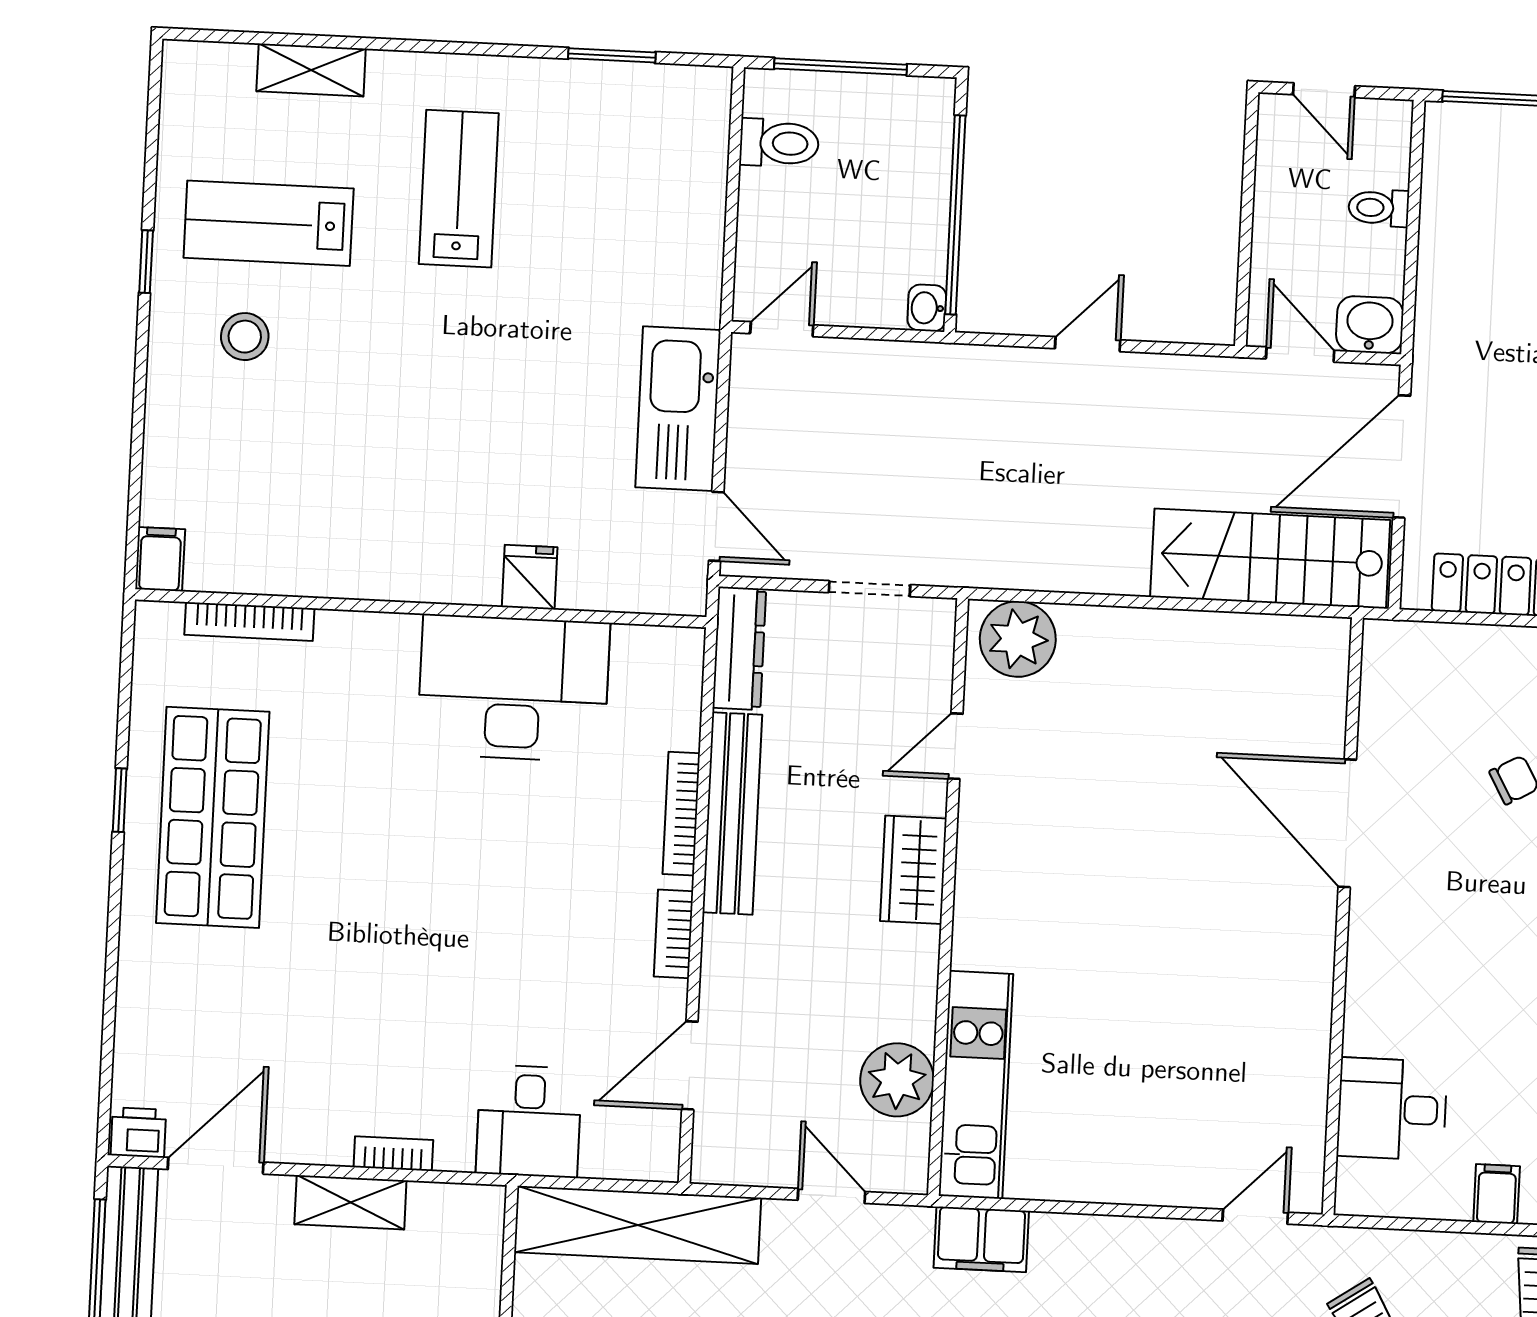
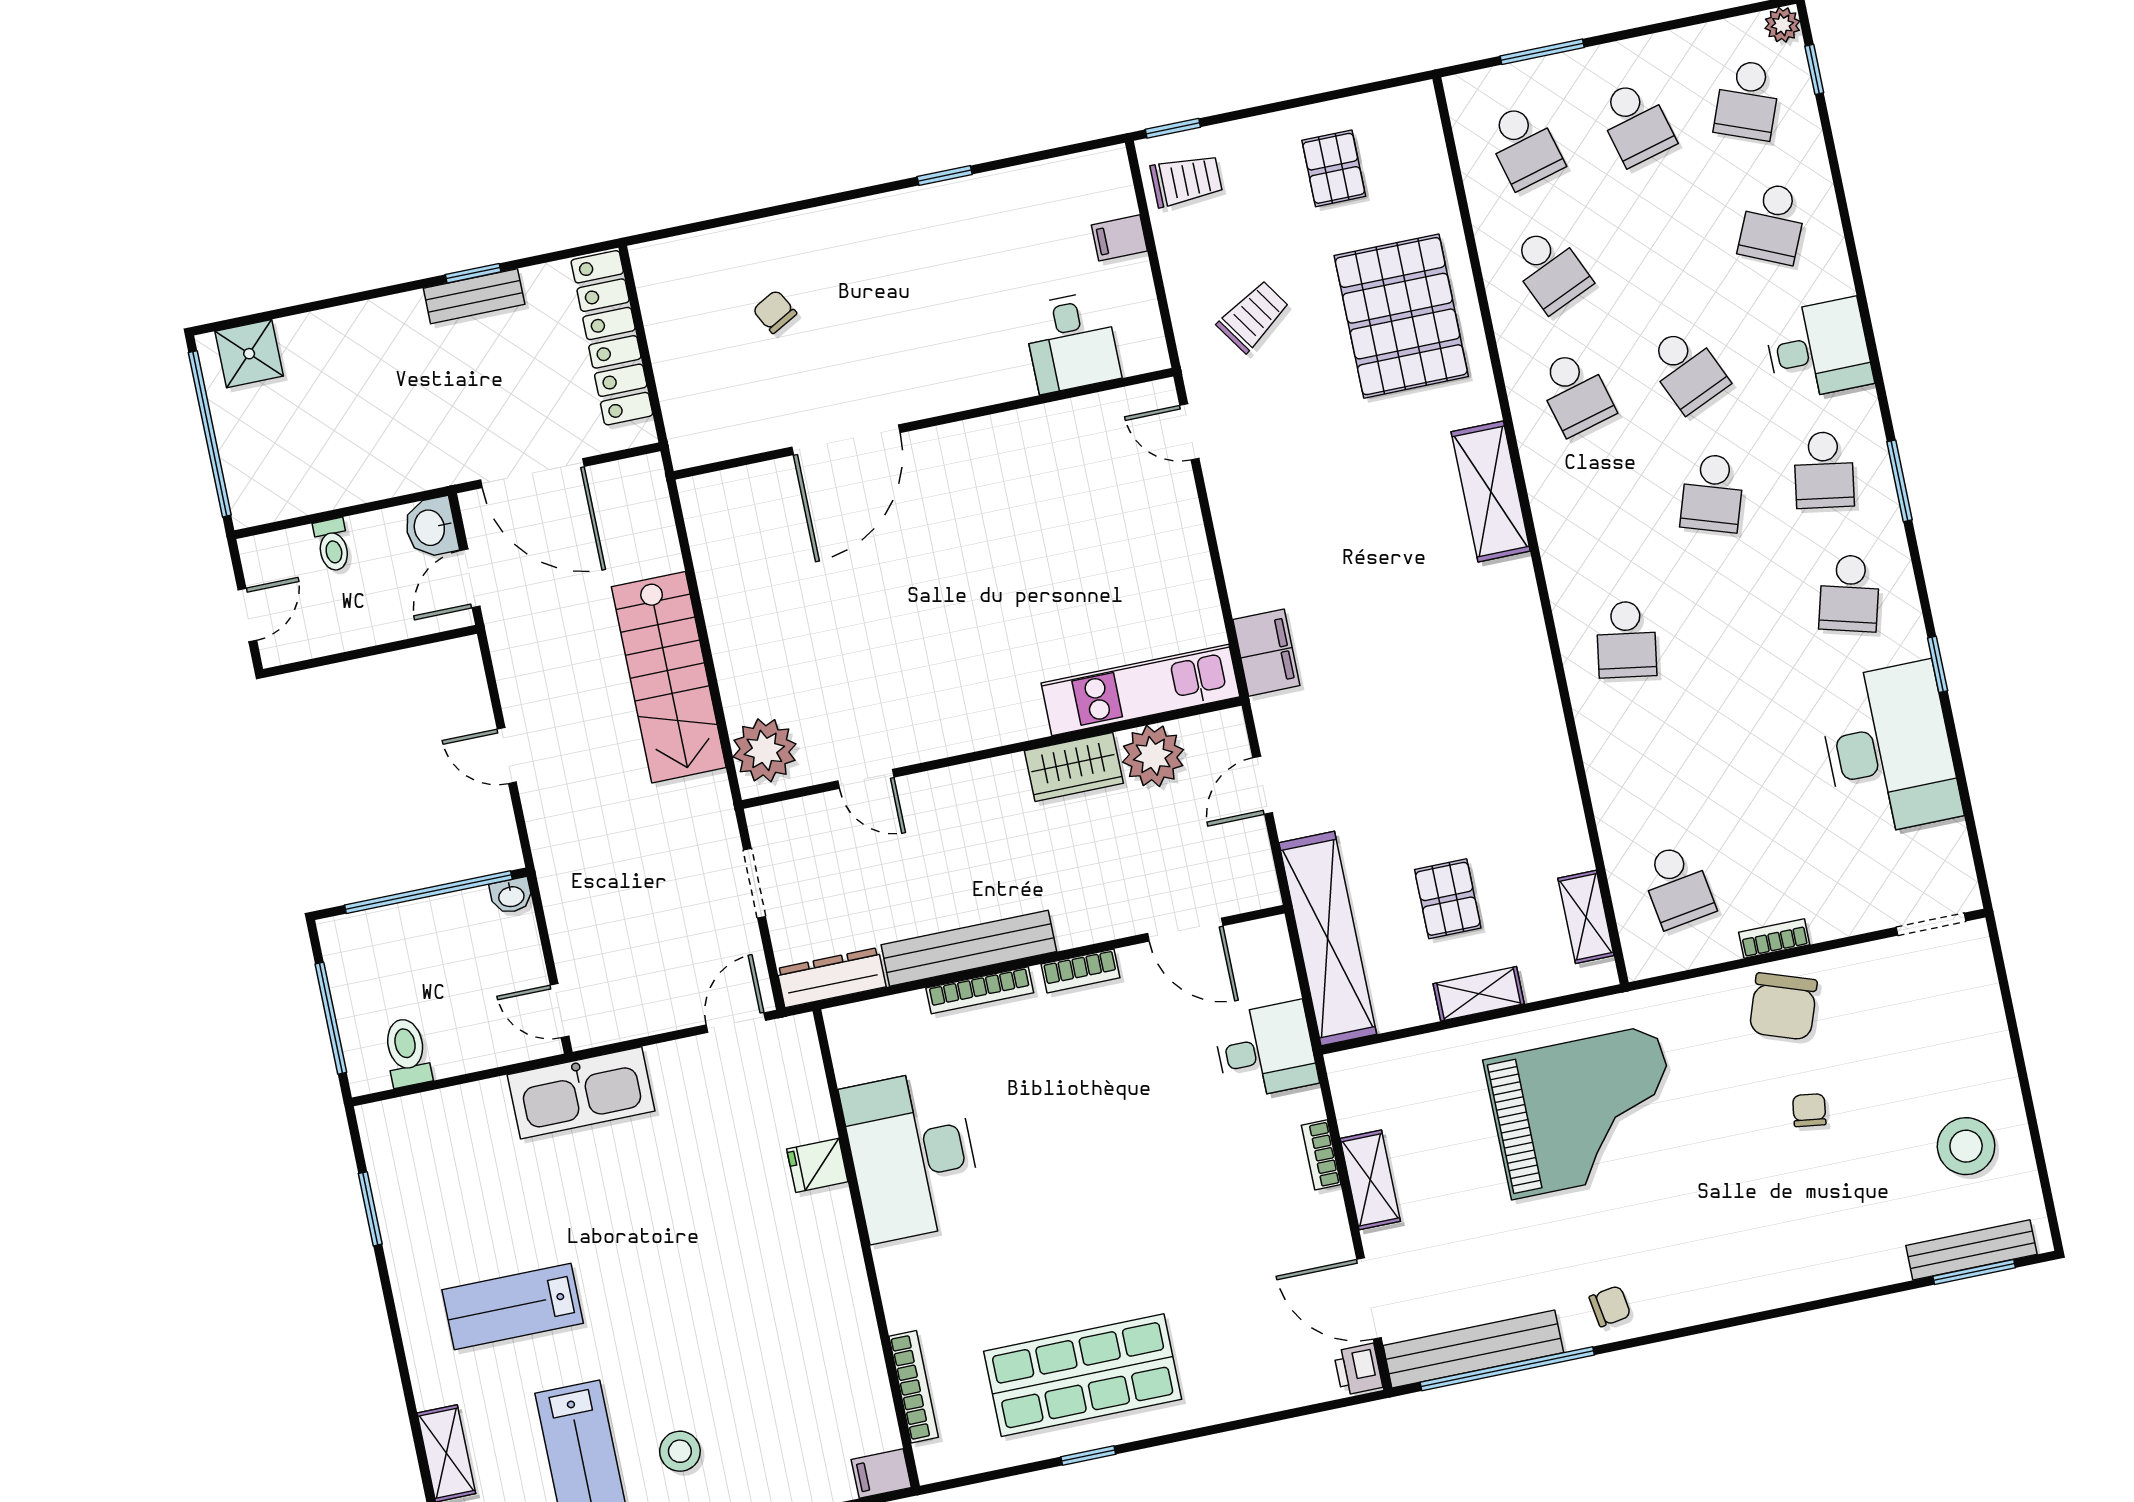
kitchen sink: (678, 409) -> (581, 1093), moved
stairs: (1270, 558) -> (669, 677), moved
wardrobe: (913, 870) -> (1074, 767), moved

